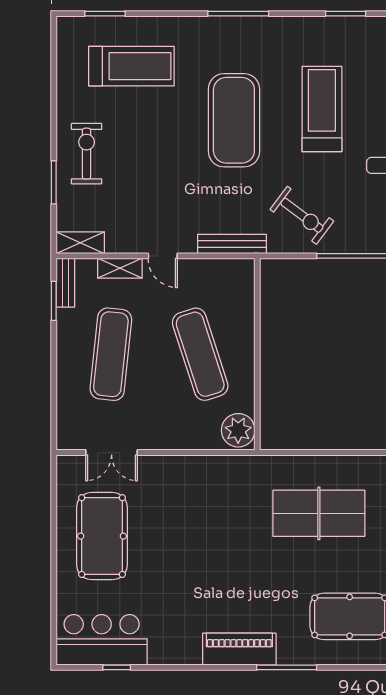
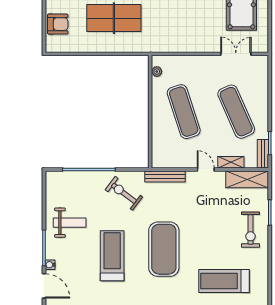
treadmill: (322, 109) -> (112, 256), turned 180
shelving: (80, 243) -> (247, 179), width x1.50, depth x1.33
exercise mat: (111, 354) -> (236, 112), turned -30
plant: (238, 430) -> (157, 72), width x0.53, depth x0.53

